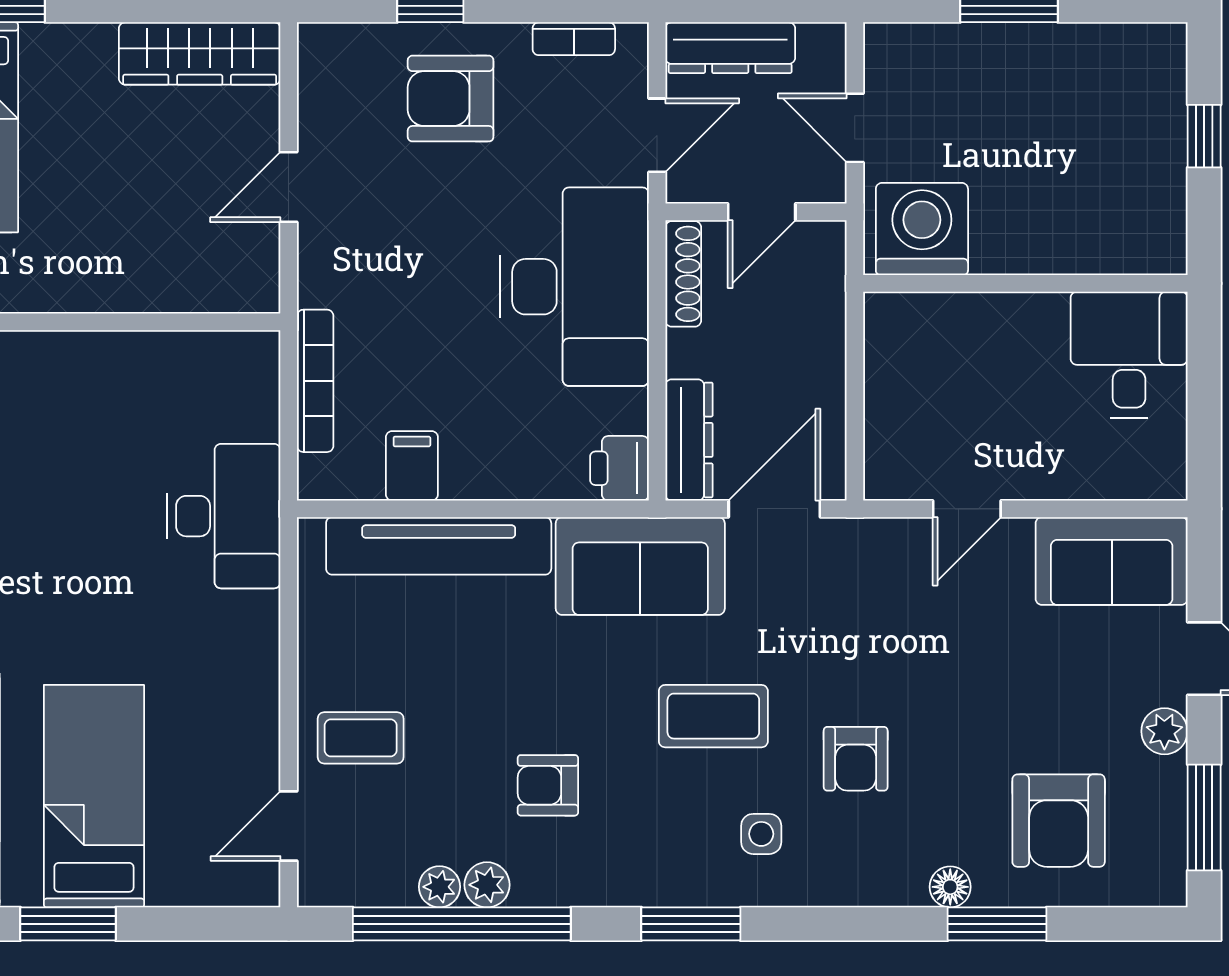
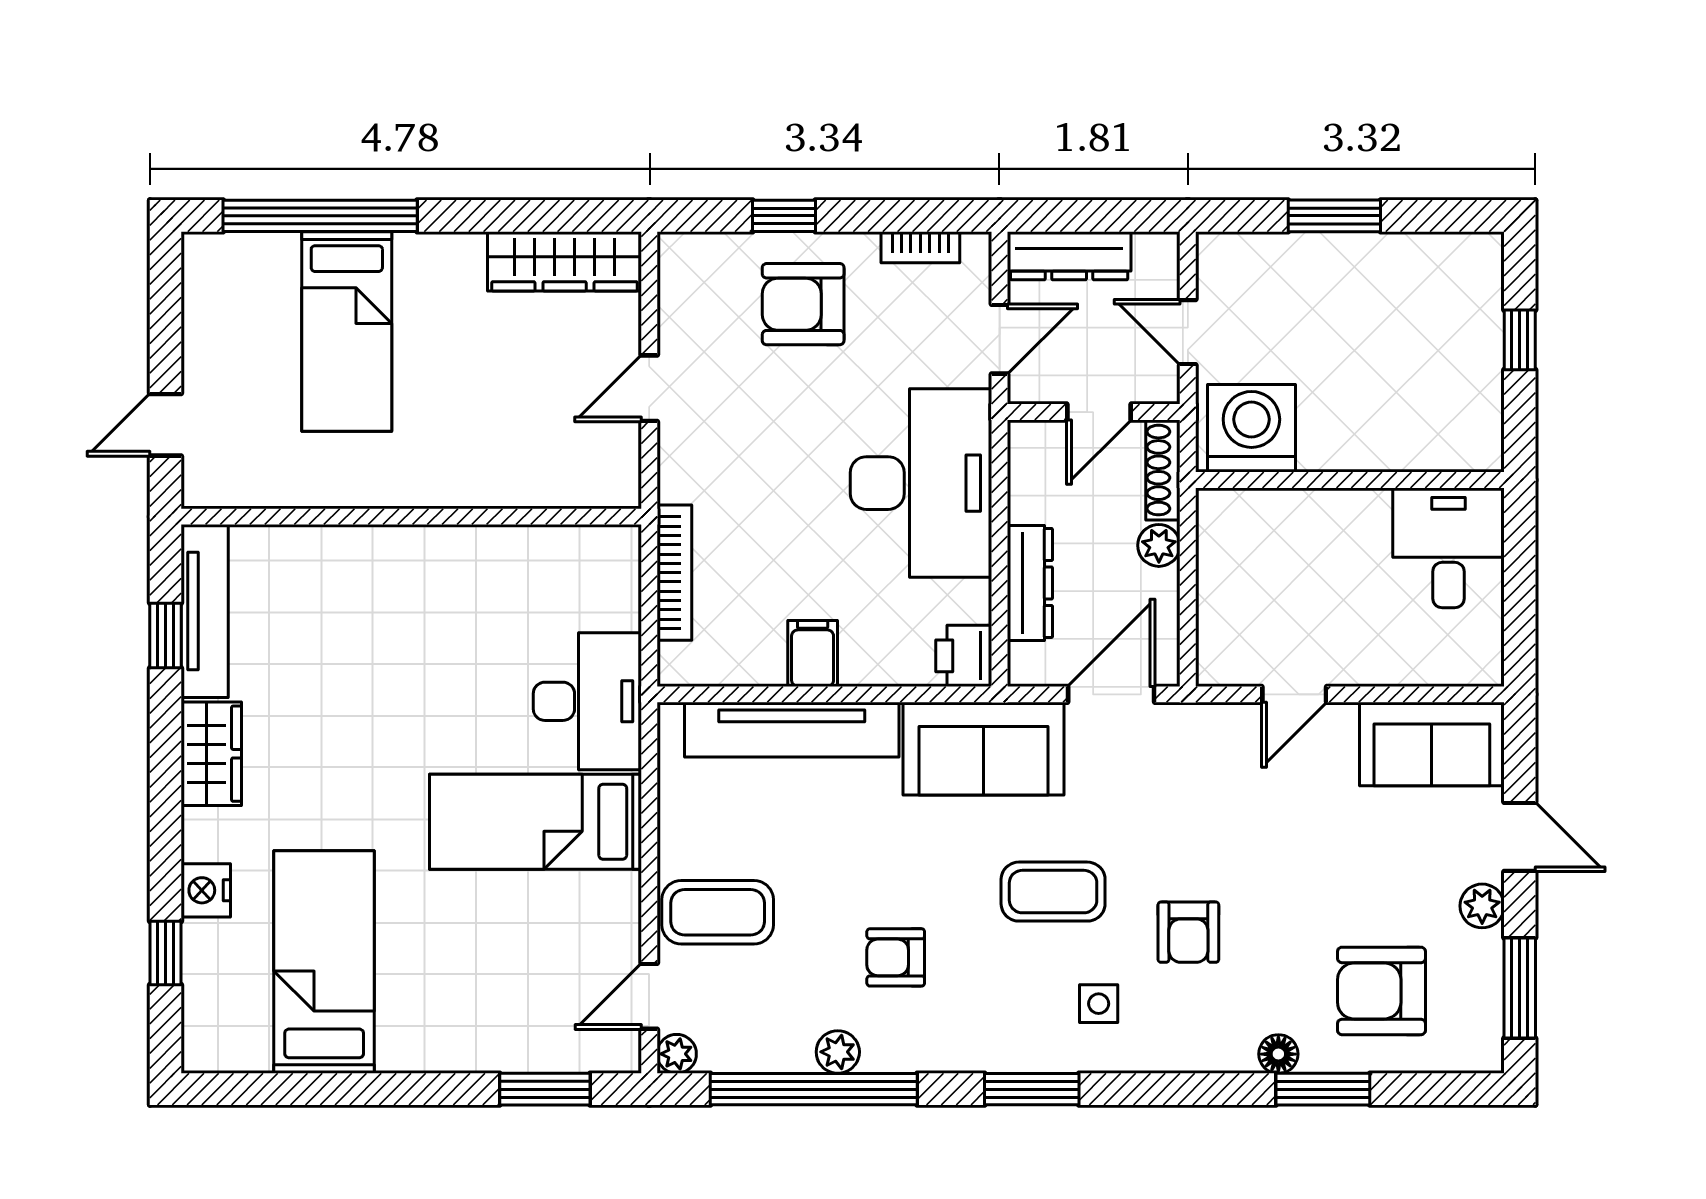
shoe rack: (683, 274) -> (1163, 470), moved, turned 180
plant: (825, 352) -> (1159, 545), added
dresser: (689, 440) -> (1030, 583), moved
filing cabinet: (412, 466) -> (813, 653), moved
coffee table: (361, 738) -> (718, 912), width x1.36, depth x1.30
bed: (94, 796) -> (535, 822), moved, turned -90
armchair: (1059, 821) -> (1381, 991), turned 90
plant: (439, 887) -> (677, 1054), moved
window: (68, 924) -> (545, 1089), moved

